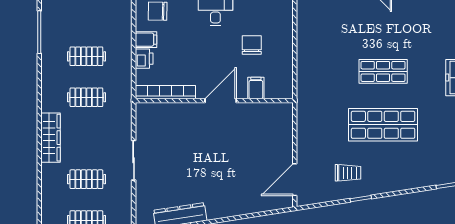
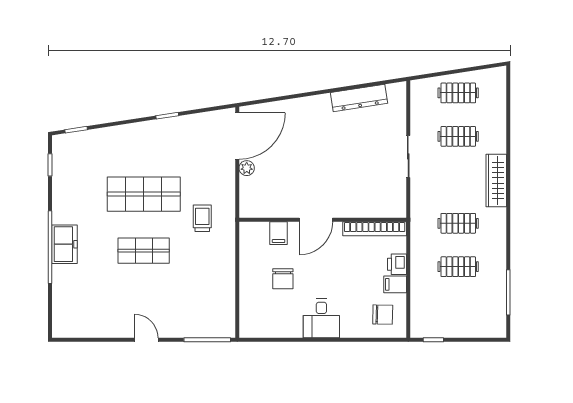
plant: (286, 149) -> (247, 168), added
trolley: (348, 173) -> (202, 218), moved, turned 90
door: (295, 180) -> (237, 136), width x1.36

